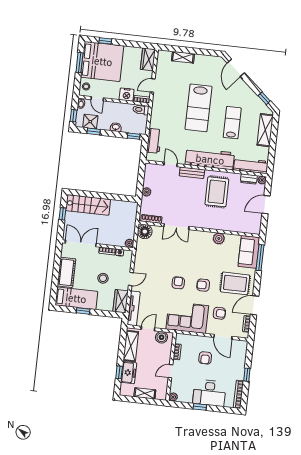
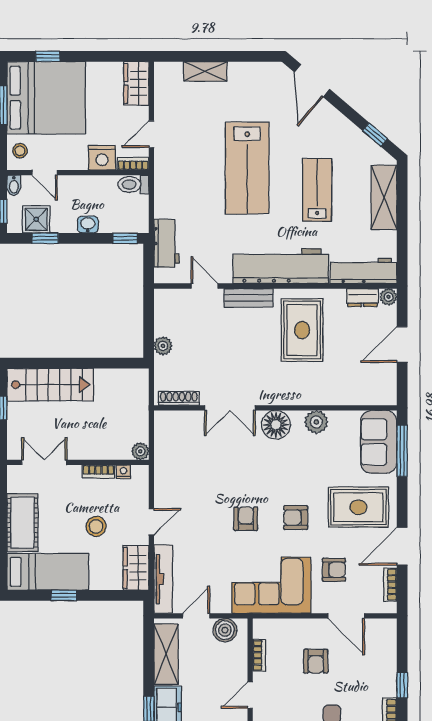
floor lamp: (145, 232) -> (276, 425), moved
double door: (81, 243) -> (44, 462), width x0.73

